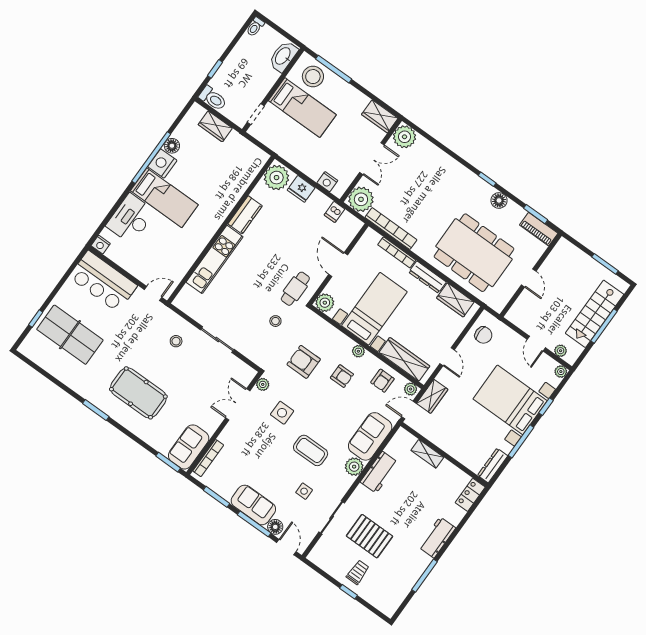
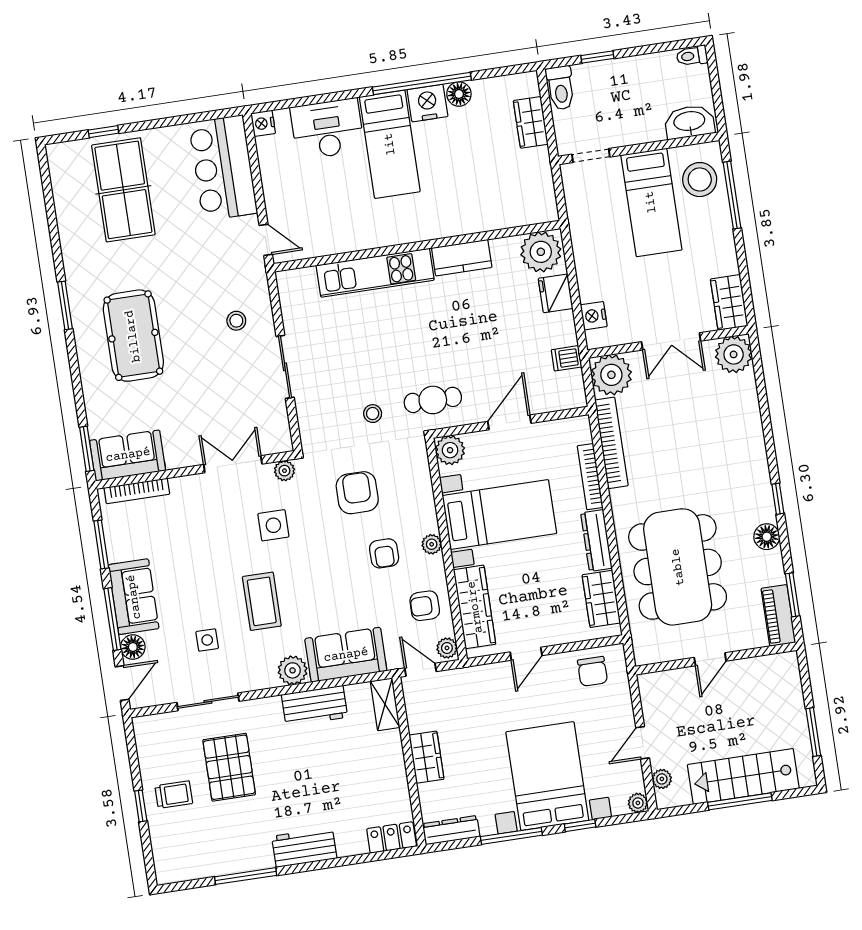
wardrobe: (432, 396) -> (426, 757), moved, turned -90
shelving: (427, 454) -> (385, 704), moved

